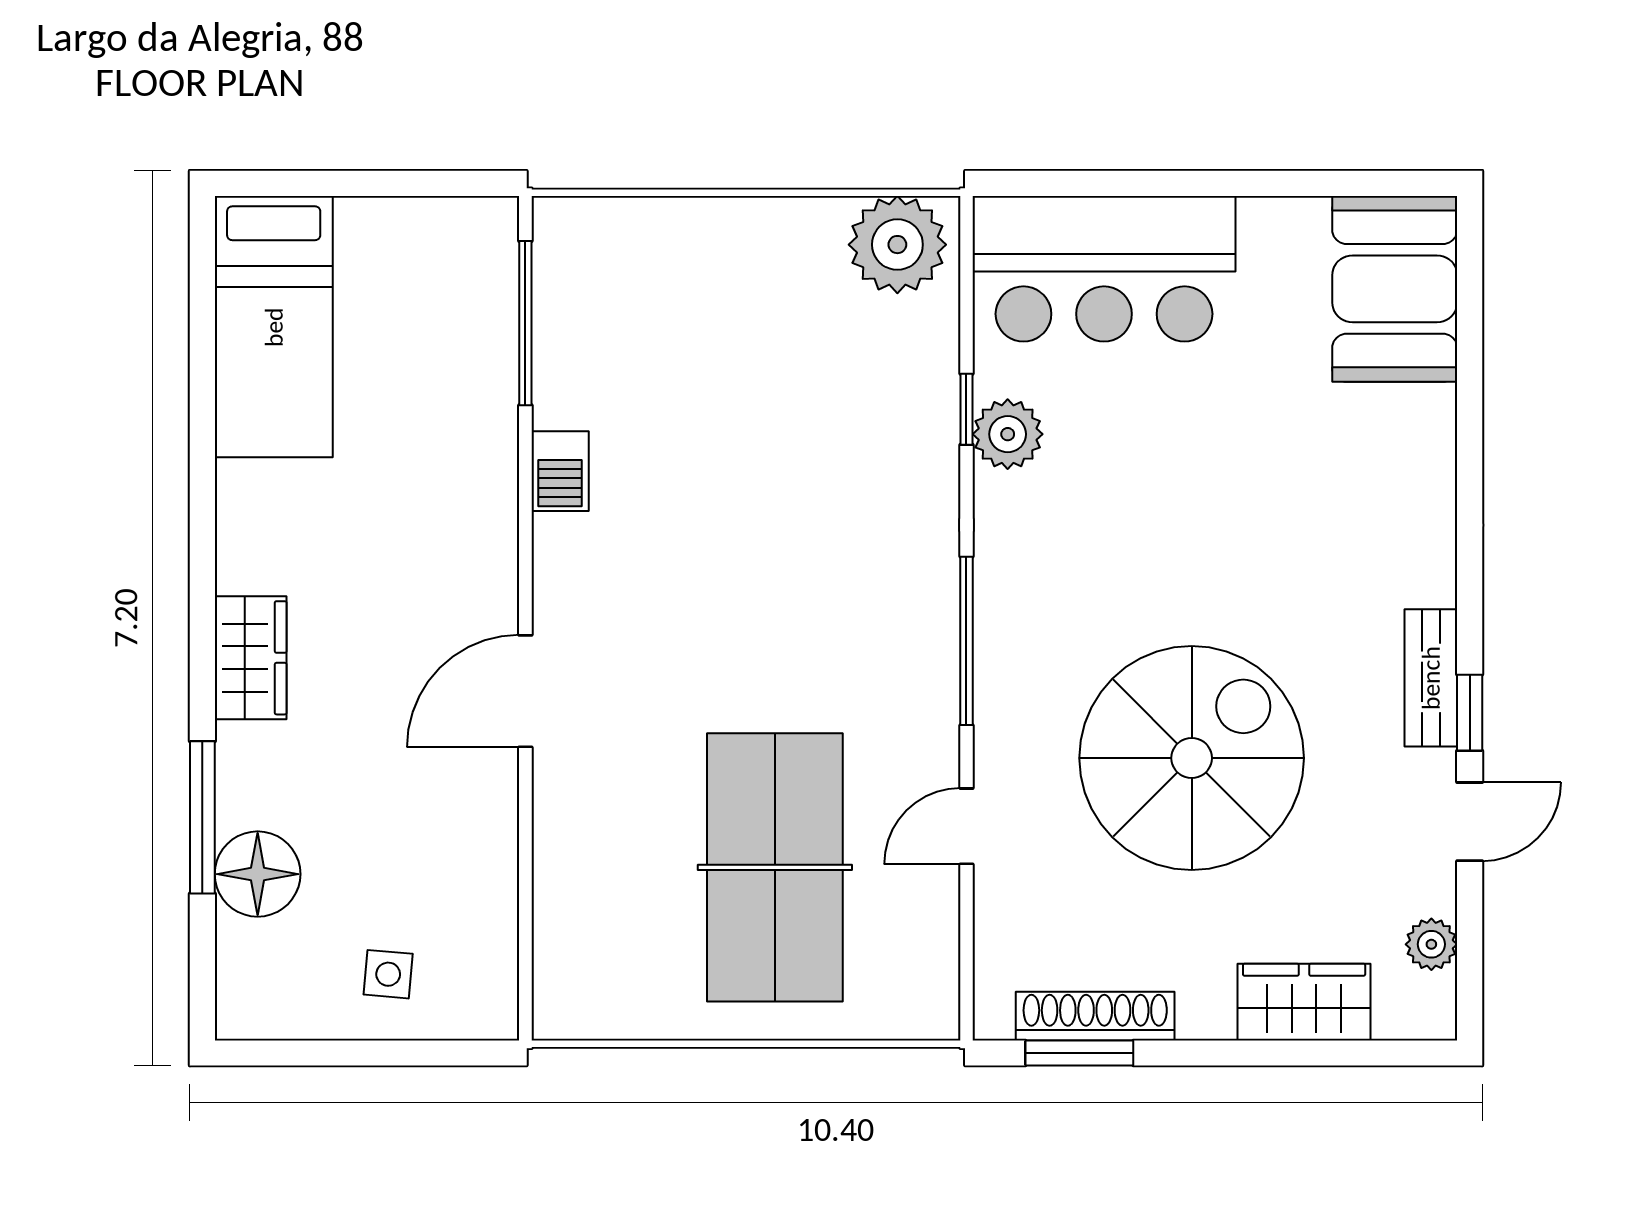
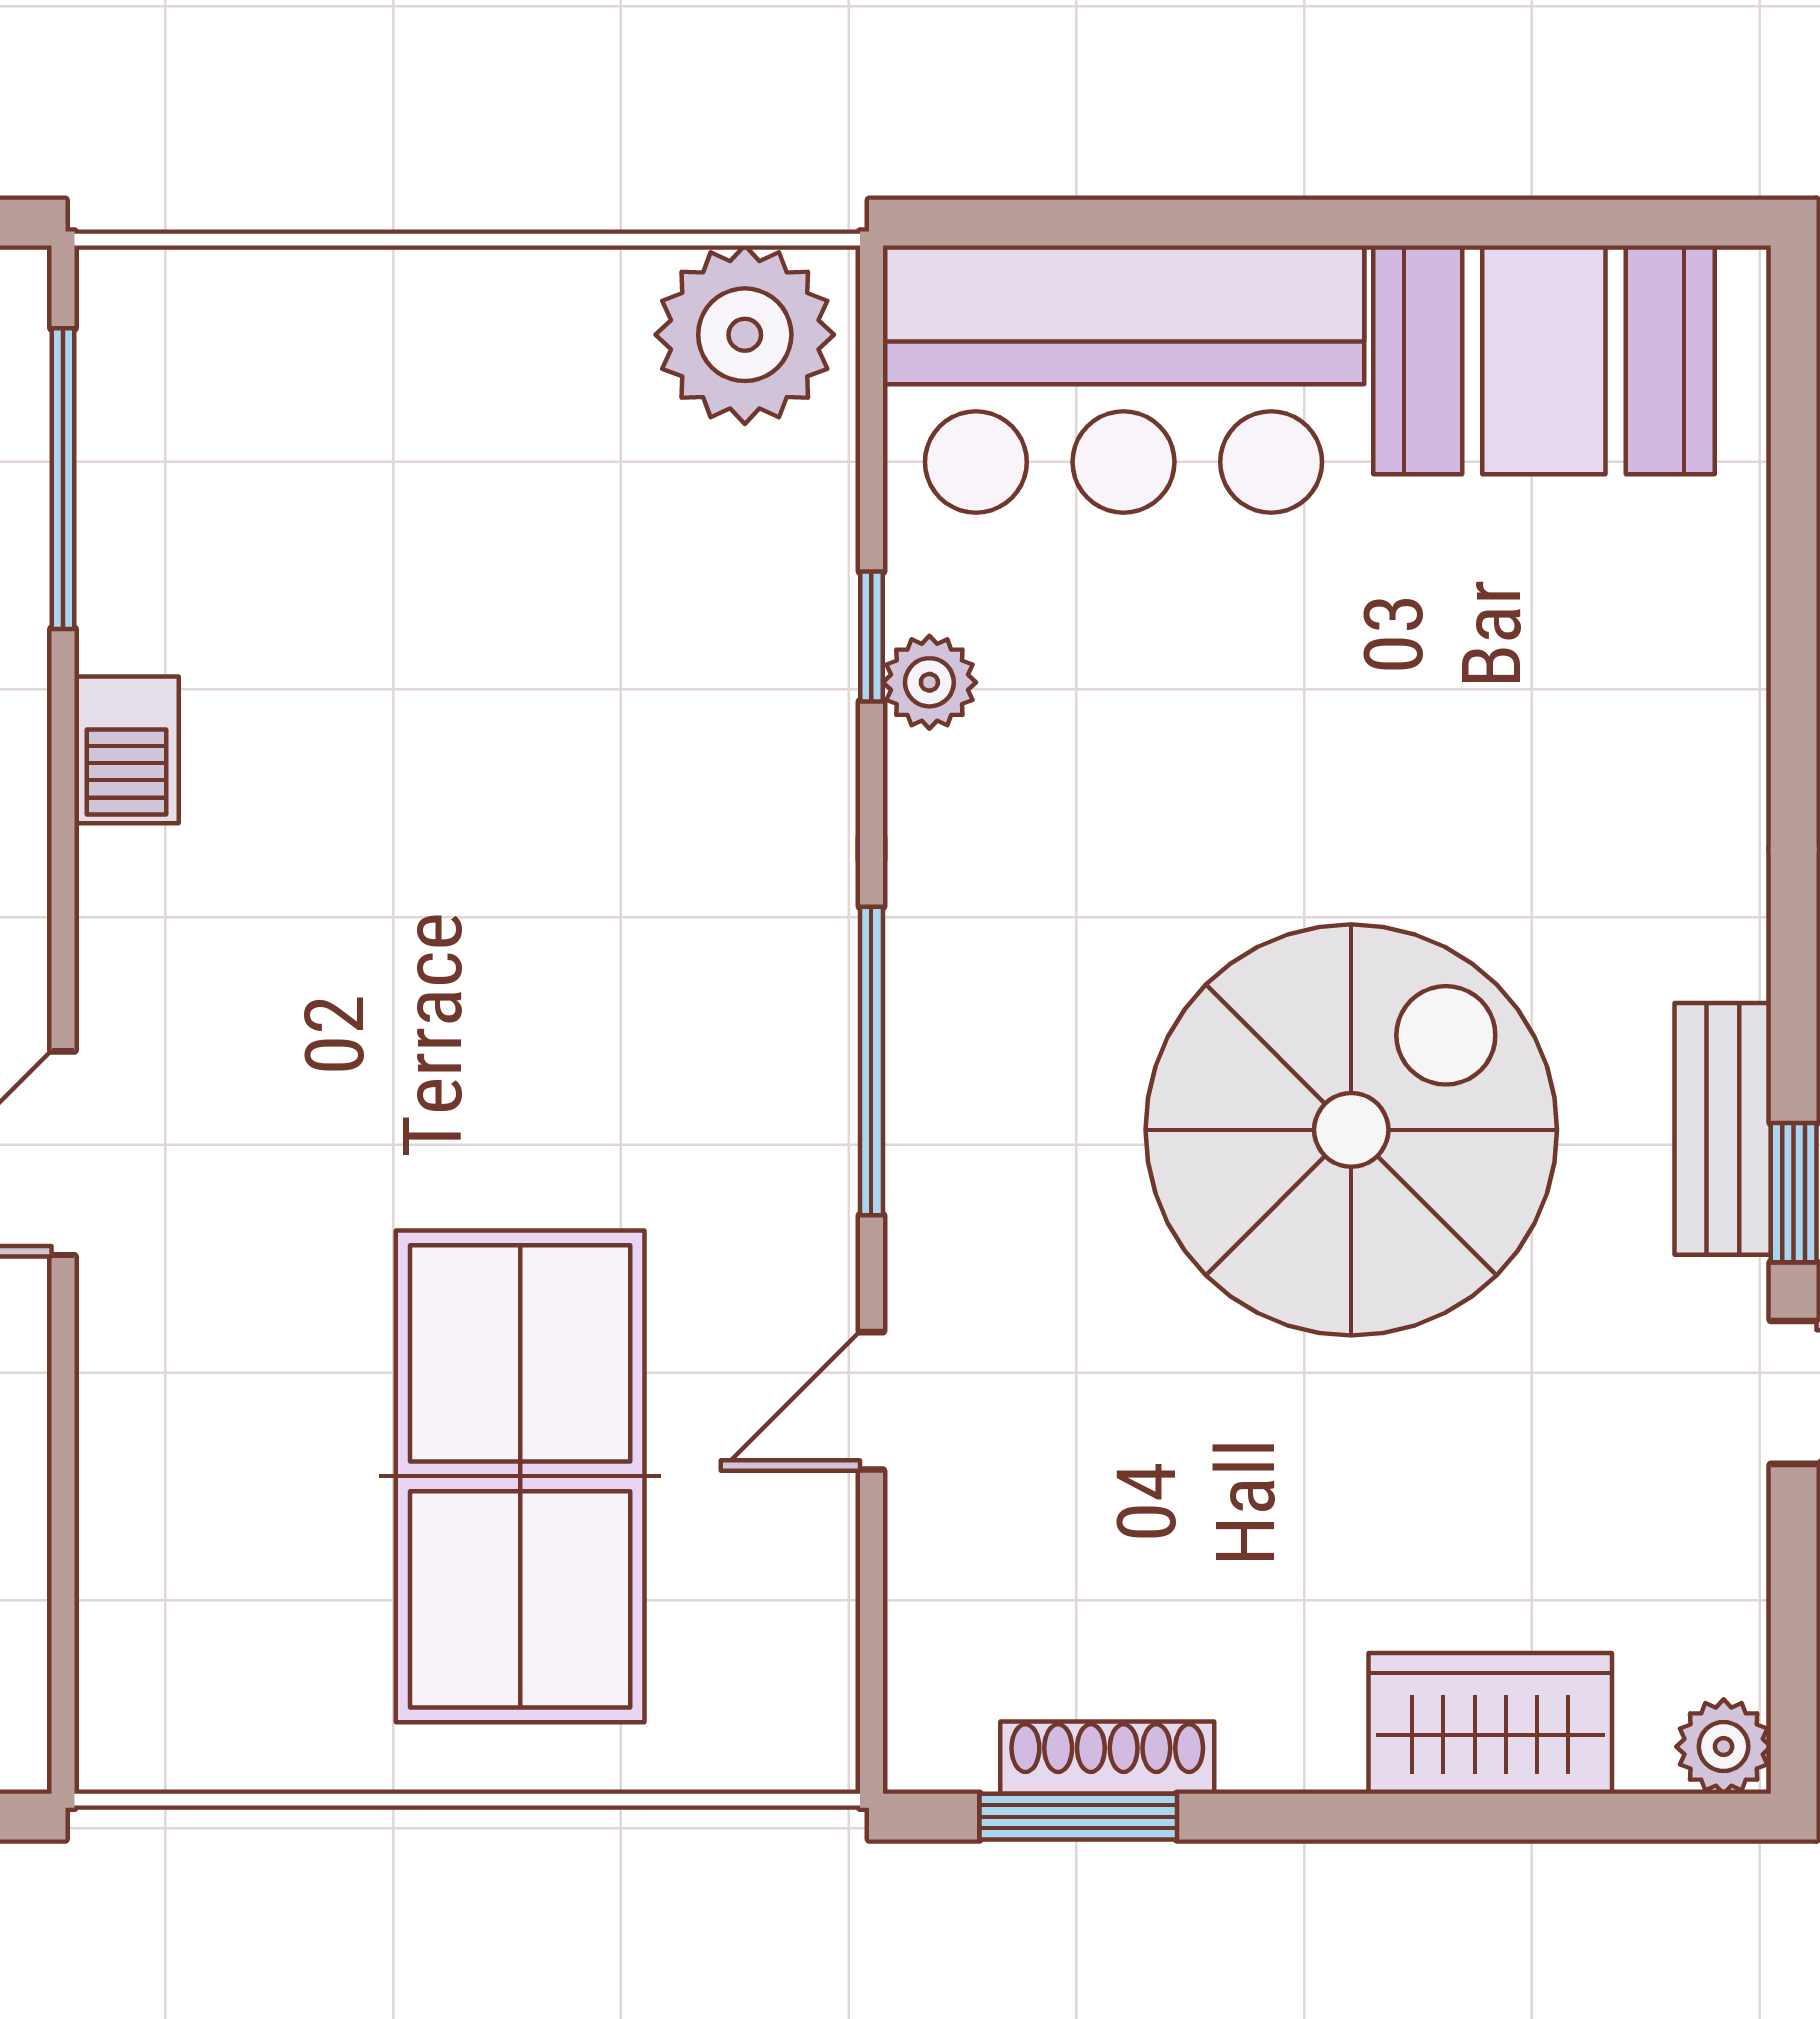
booth: (1395, 289) -> (1544, 360), moved, turned 90
plant: (1008, 434) -> (929, 682), width x0.73, depth x0.73
spiral stairs: (1192, 758) -> (1351, 1130), moved
plant: (1431, 944) -> (1724, 1747), moved
shoe rack: (1095, 1016) -> (1107, 1758), width x0.74, depth x0.81

